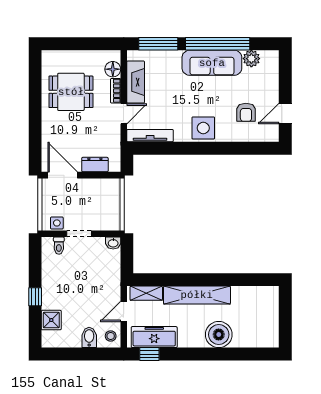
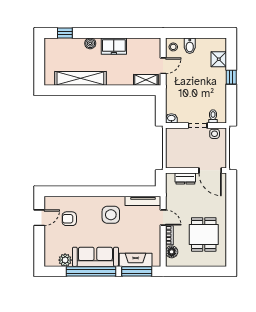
fireplace: (136, 82) -> (136, 260), moved, turned 90
dining table: (71, 92) -> (204, 234), turned 90
armchair: (246, 112) -> (69, 219), turned -90
door: (124, 114) -> (163, 218), swing flipped
side table: (203, 128) -> (111, 215), moved
shelving: (197, 295) -> (80, 78), moved
boiler: (219, 335) -> (90, 43), width x0.54, depth x0.54
freezer: (154, 337) -> (114, 46), moved, width x0.71
window: (149, 354) -> (65, 33), moved

